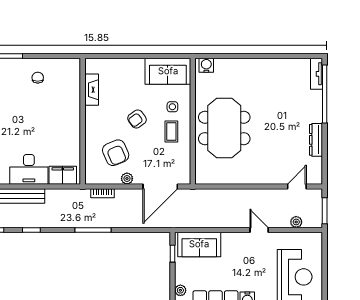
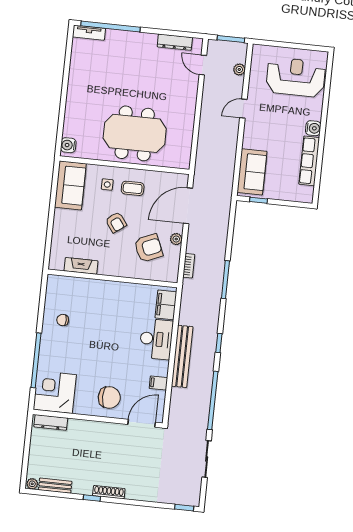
dresser: (316, 140) -> (175, 42), moved
door: (160, 186) -> (188, 206), swing flipped
plant: (180, 290) -> (297, 196), removed

